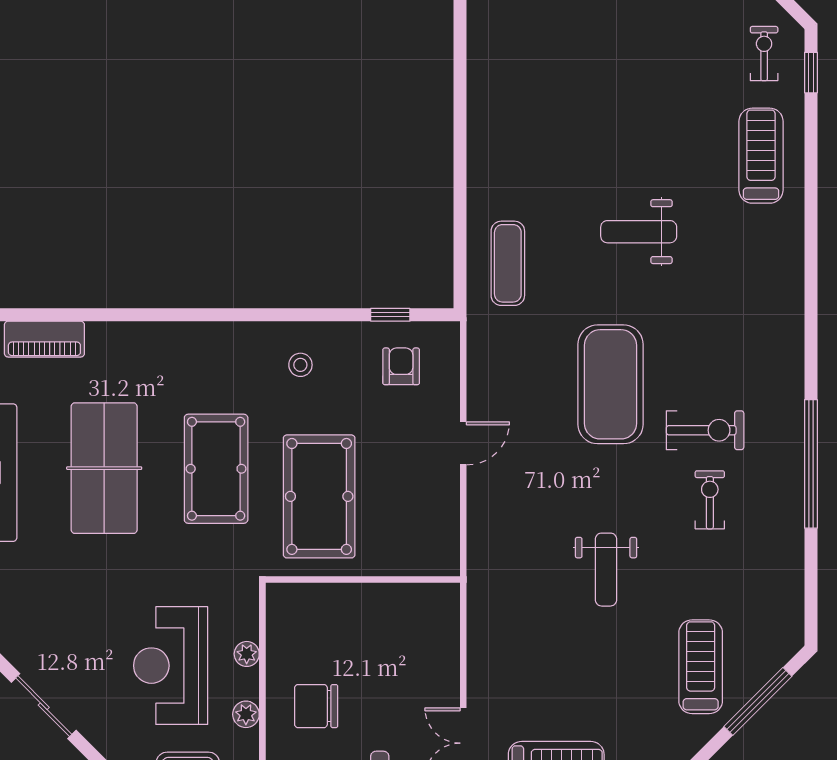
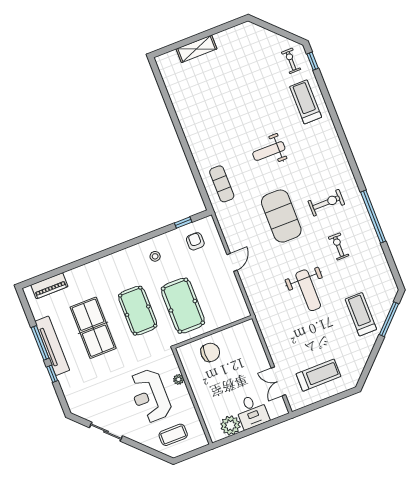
exercise bike: (705, 430) -> (326, 203), moved
weight bench: (606, 570) -> (308, 290), width x1.36, depth x1.33
chair: (316, 706) -> (210, 352), moved, turned 180
plant: (246, 714) -> (188, 404), removed

